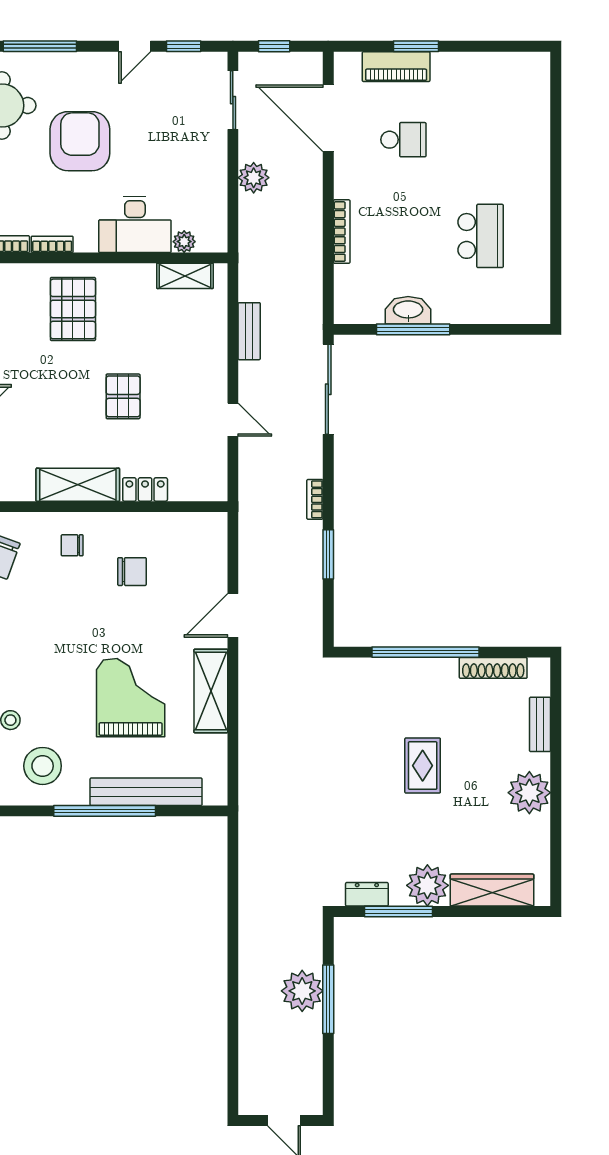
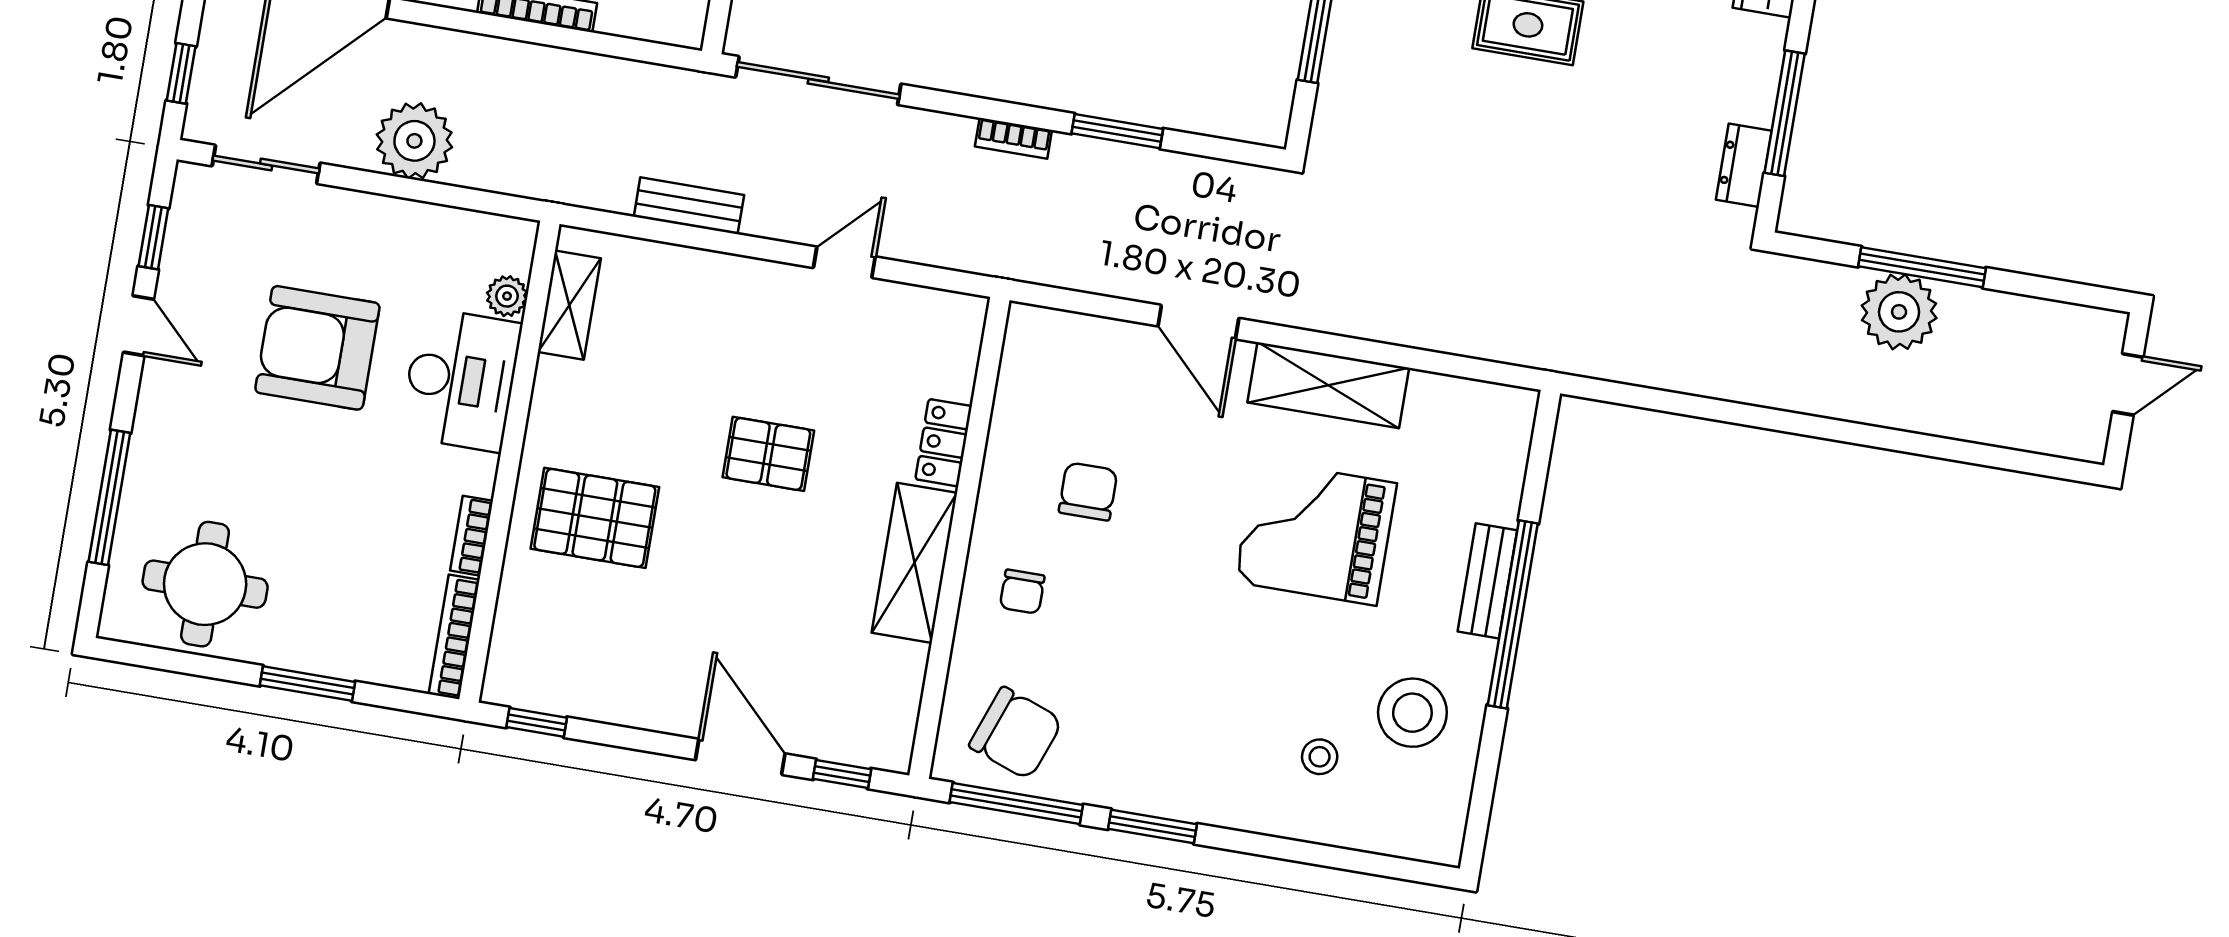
armchair: (80, 141) -> (317, 348), moved
plant: (254, 178) -> (414, 141), width x1.36, depth x1.36
bench: (146, 792) -> (1487, 581), width x0.54, depth x0.82
plant: (427, 885) -> (1746, 53), removed

